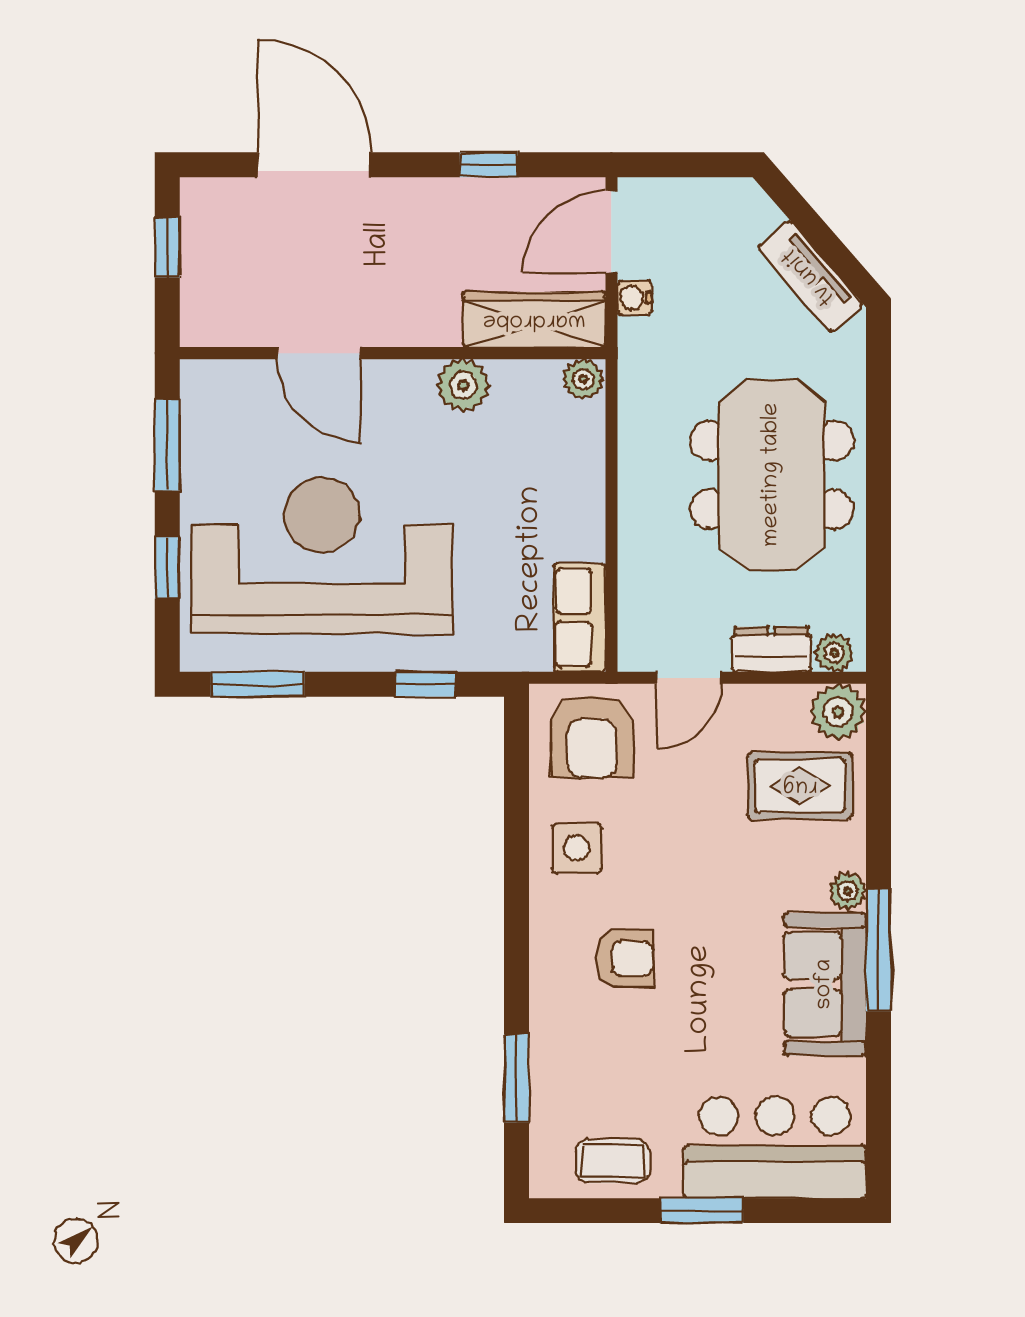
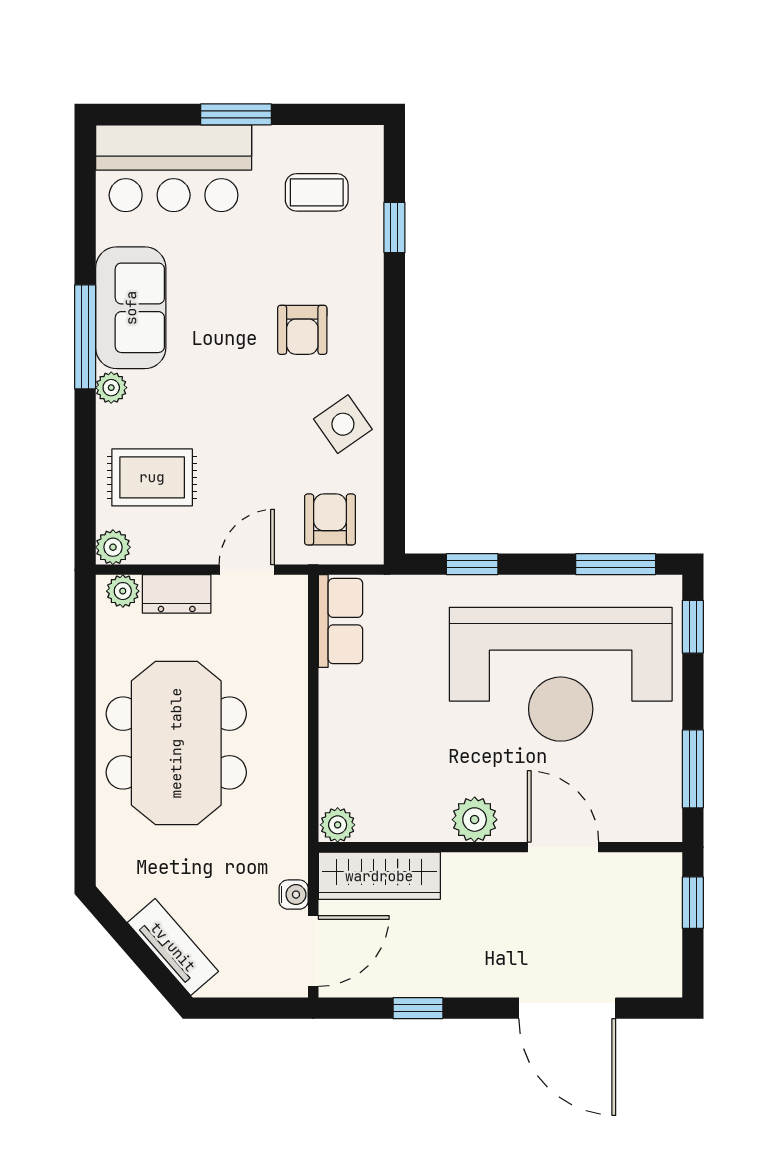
window: (167, 247) -> (693, 903), moved
tv unit: (810, 276) -> (173, 947), moved
plant: (463, 385) -> (475, 820), moved
window: (167, 568) -> (693, 627), moved
plant: (838, 712) -> (113, 547), width x0.73, depth x0.73
armchair: (592, 737) -> (330, 519), width x0.72, depth x0.72
side table: (577, 848) -> (343, 424), turned -35
armchair: (624, 959) -> (302, 330), turned -90
window: (516, 1078) -> (394, 228), width x0.67
coffee table: (613, 1161) -> (317, 192), moved

